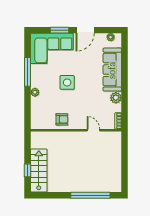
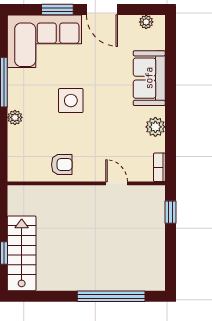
door: (85, 30) -> (102, 10), hinge flipped
sofa: (112, 70) -> (149, 78), width x0.73
window: (125, 147) -> (171, 212), added

